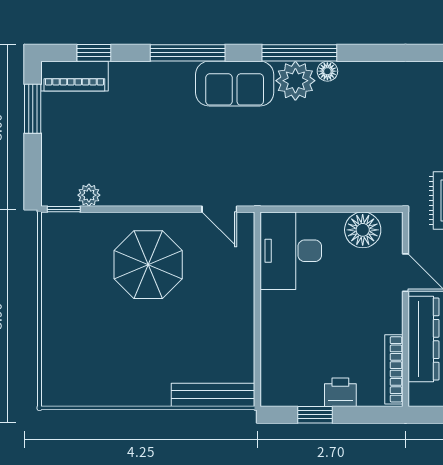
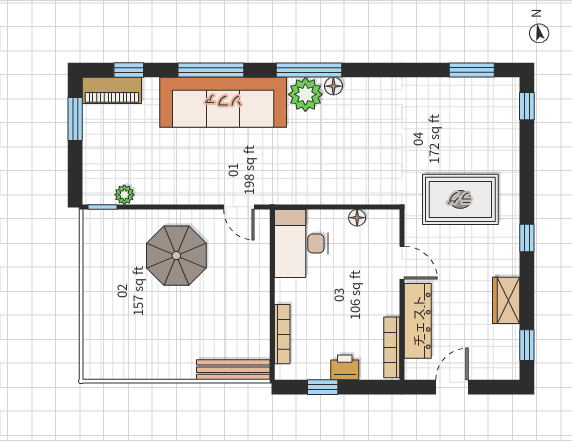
sofa: (235, 84) -> (223, 102), width x1.85, depth x1.27
floor lamp: (363, 230) -> (357, 218), width x0.53, depth x0.53
bookcase: (269, 354) -> (282, 334), added

